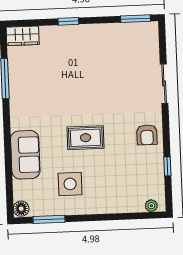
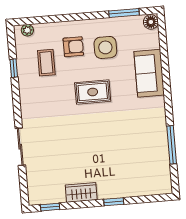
window: (136, 19) -> (50, 207), width x0.67
wardrobe: (23, 36) -> (81, 192), moved
armchair: (147, 135) -> (73, 47), moved, turned 90
coffee table: (133, 171) -> (46, 63), added

